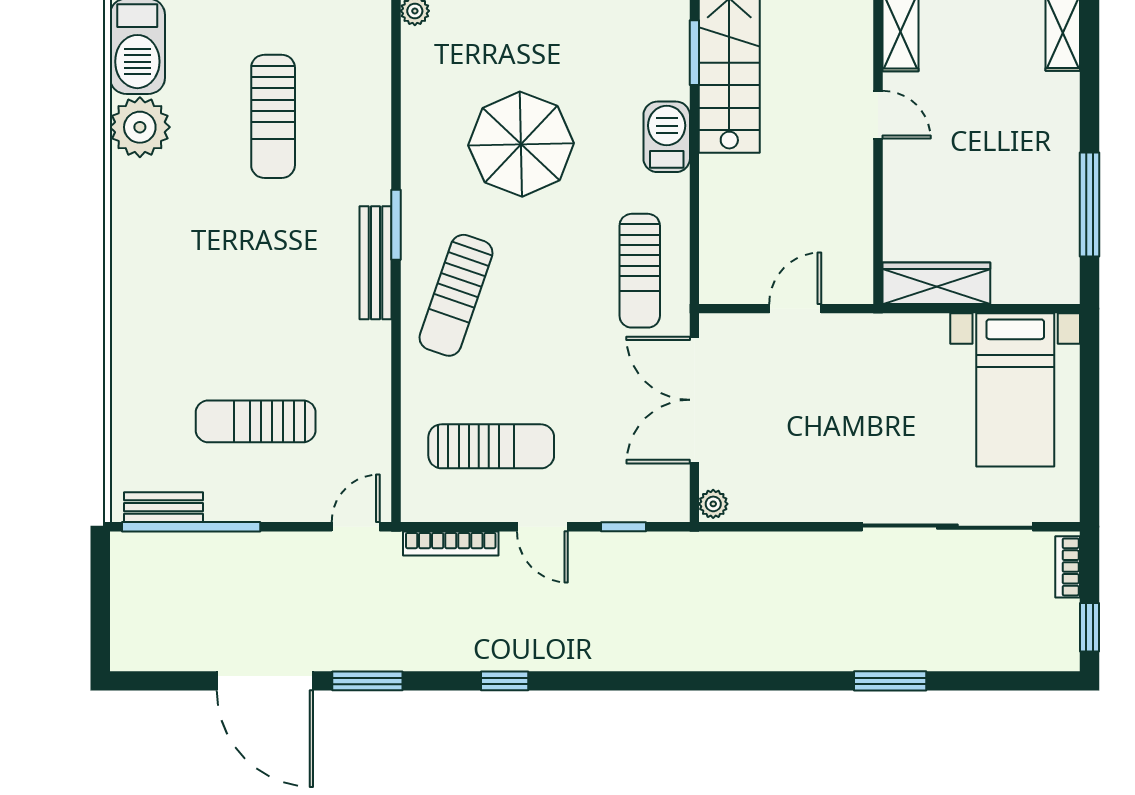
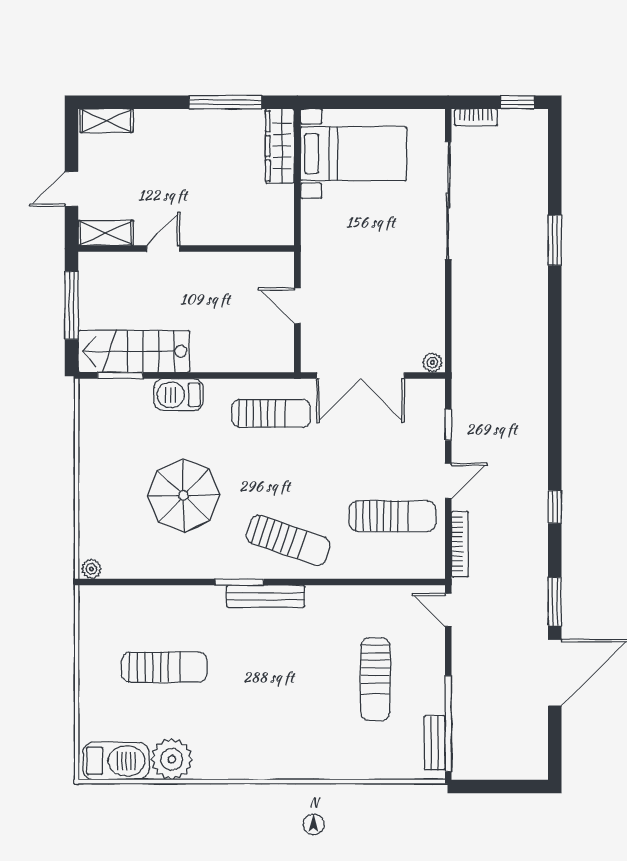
wardrobe: (936, 283) -> (280, 146), moved
sun lounger: (491, 446) -> (393, 516), turned 90

